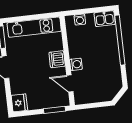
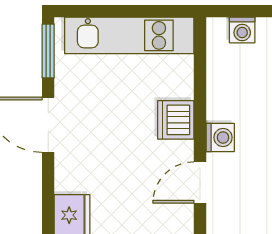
door: (70, 84) -> (200, 182), hinge flipped

